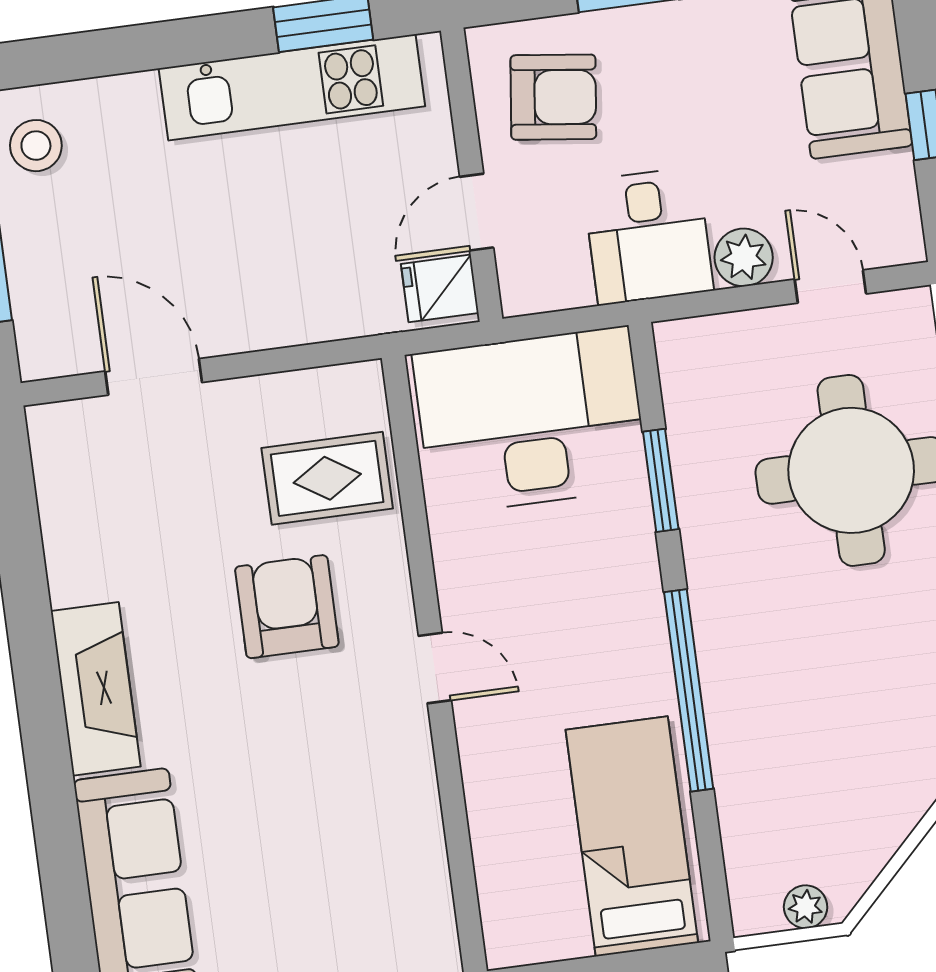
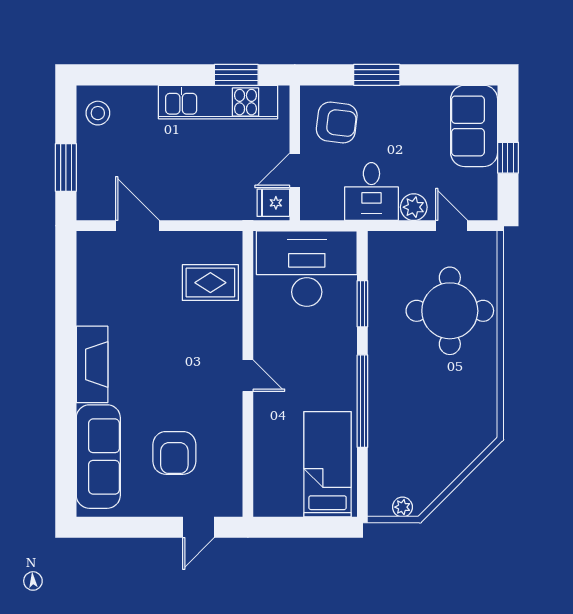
armchair: (287, 607) -> (174, 453), moved, turned 180

